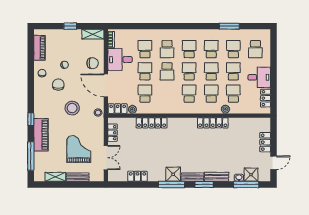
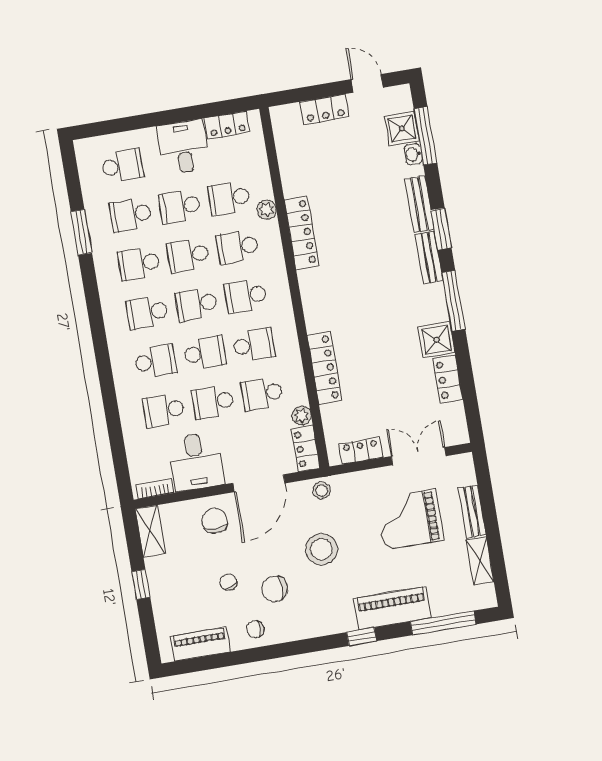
school desk: (167, 94) -> (254, 345), added
shower: (173, 174) -> (437, 340), moved

